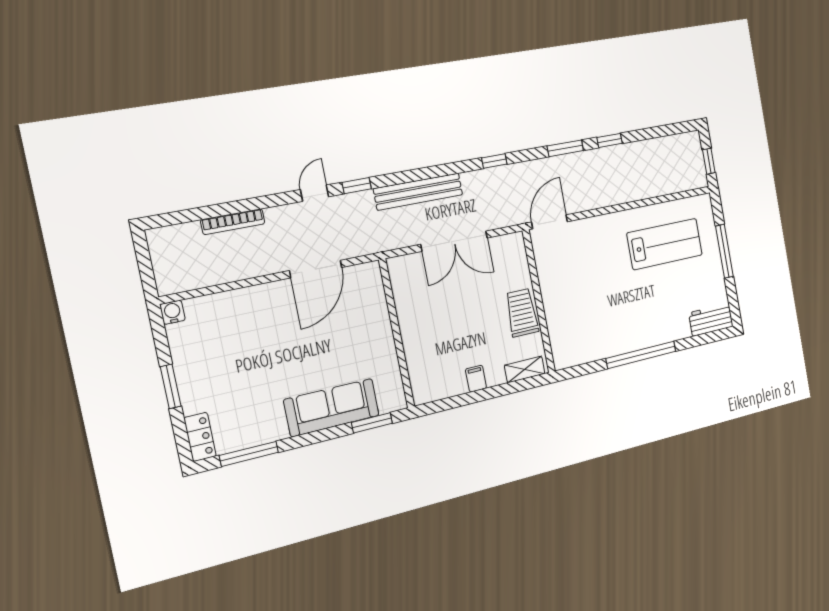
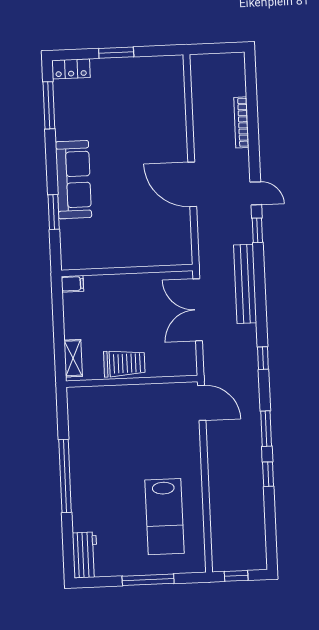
water cooler: (172, 312) -> (175, 63), removed
wall: (397, 334) -> (127, 270), moved
filing cabinet: (476, 379) -> (72, 284), moved

